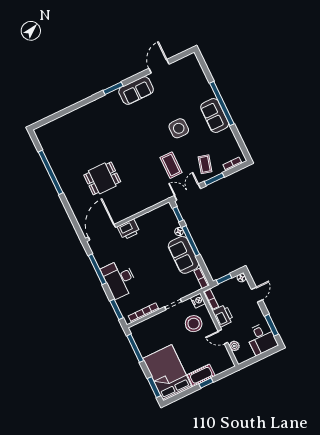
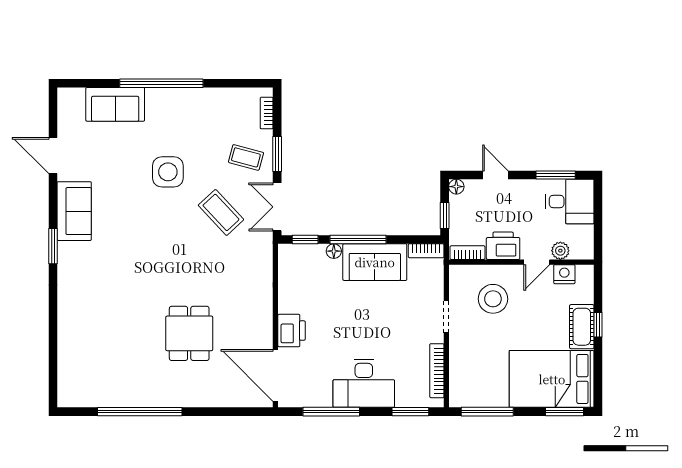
sofa: (215, 115) -> (115, 104), moved
coffee table: (171, 165) -> (221, 212), turned 47
nightstand: (198, 301) -> (564, 274), moved

